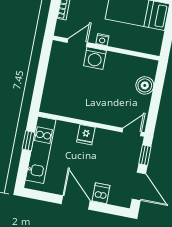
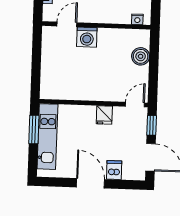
nightstand: (102, 40) -> (137, 19), moved
fridge: (86, 135) -> (104, 115), moved
window: (28, 141) -> (34, 130), width x1.50

